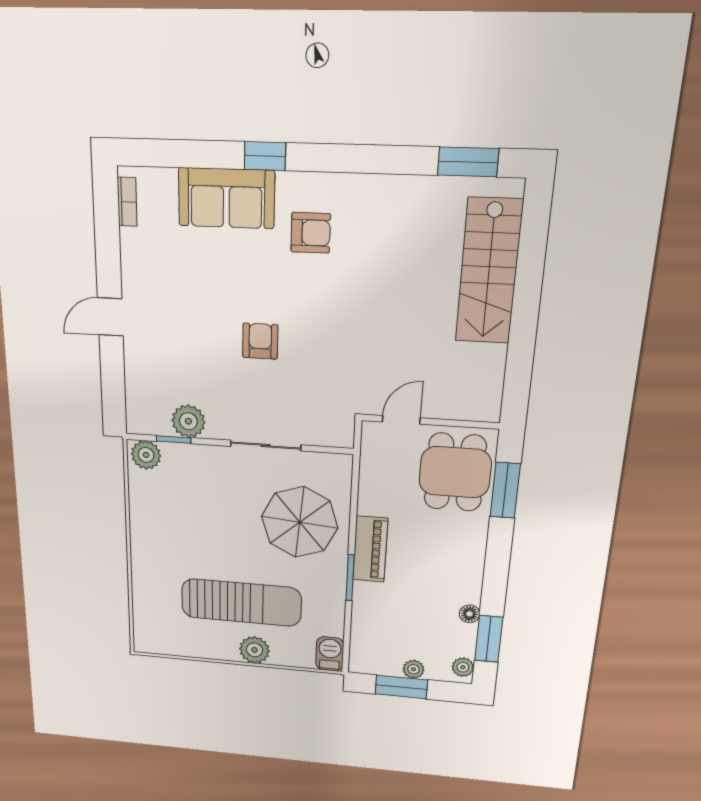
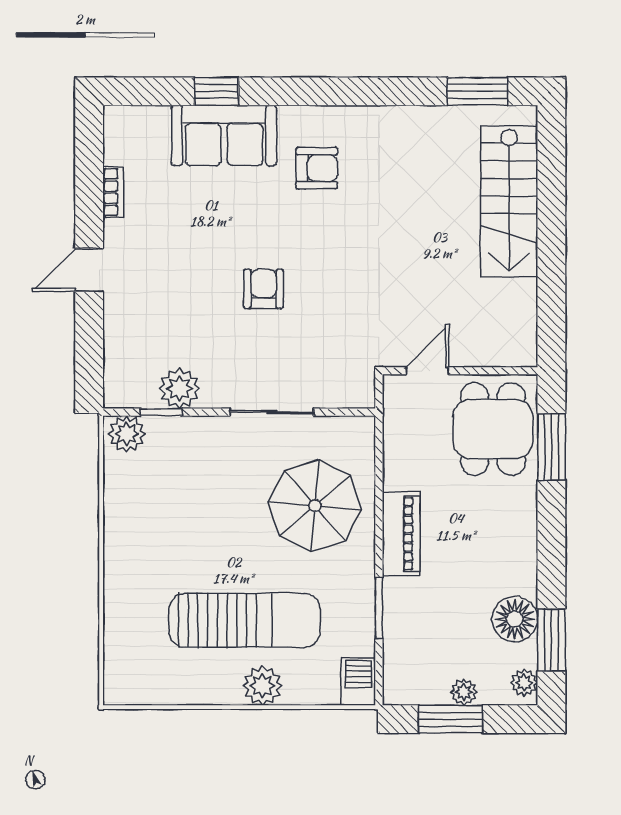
window: (265, 156) -> (216, 91), moved
bookcase: (127, 202) -> (113, 192), moved
window: (350, 578) -> (379, 608), moved
floor lamp: (470, 614) -> (515, 619), width x1.89, depth x1.89

